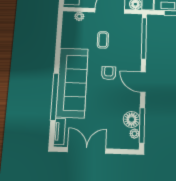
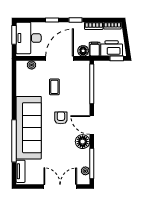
floor lamp: (132, 119) -> (83, 142), moved
double door: (87, 150) -> (60, 186), moved

